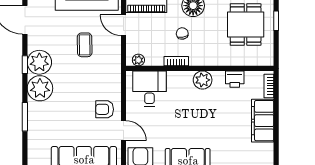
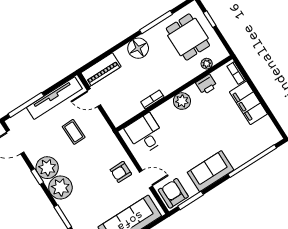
chair: (182, 33) -> (143, 75), removed
plant: (138, 60) -> (207, 64), moved

